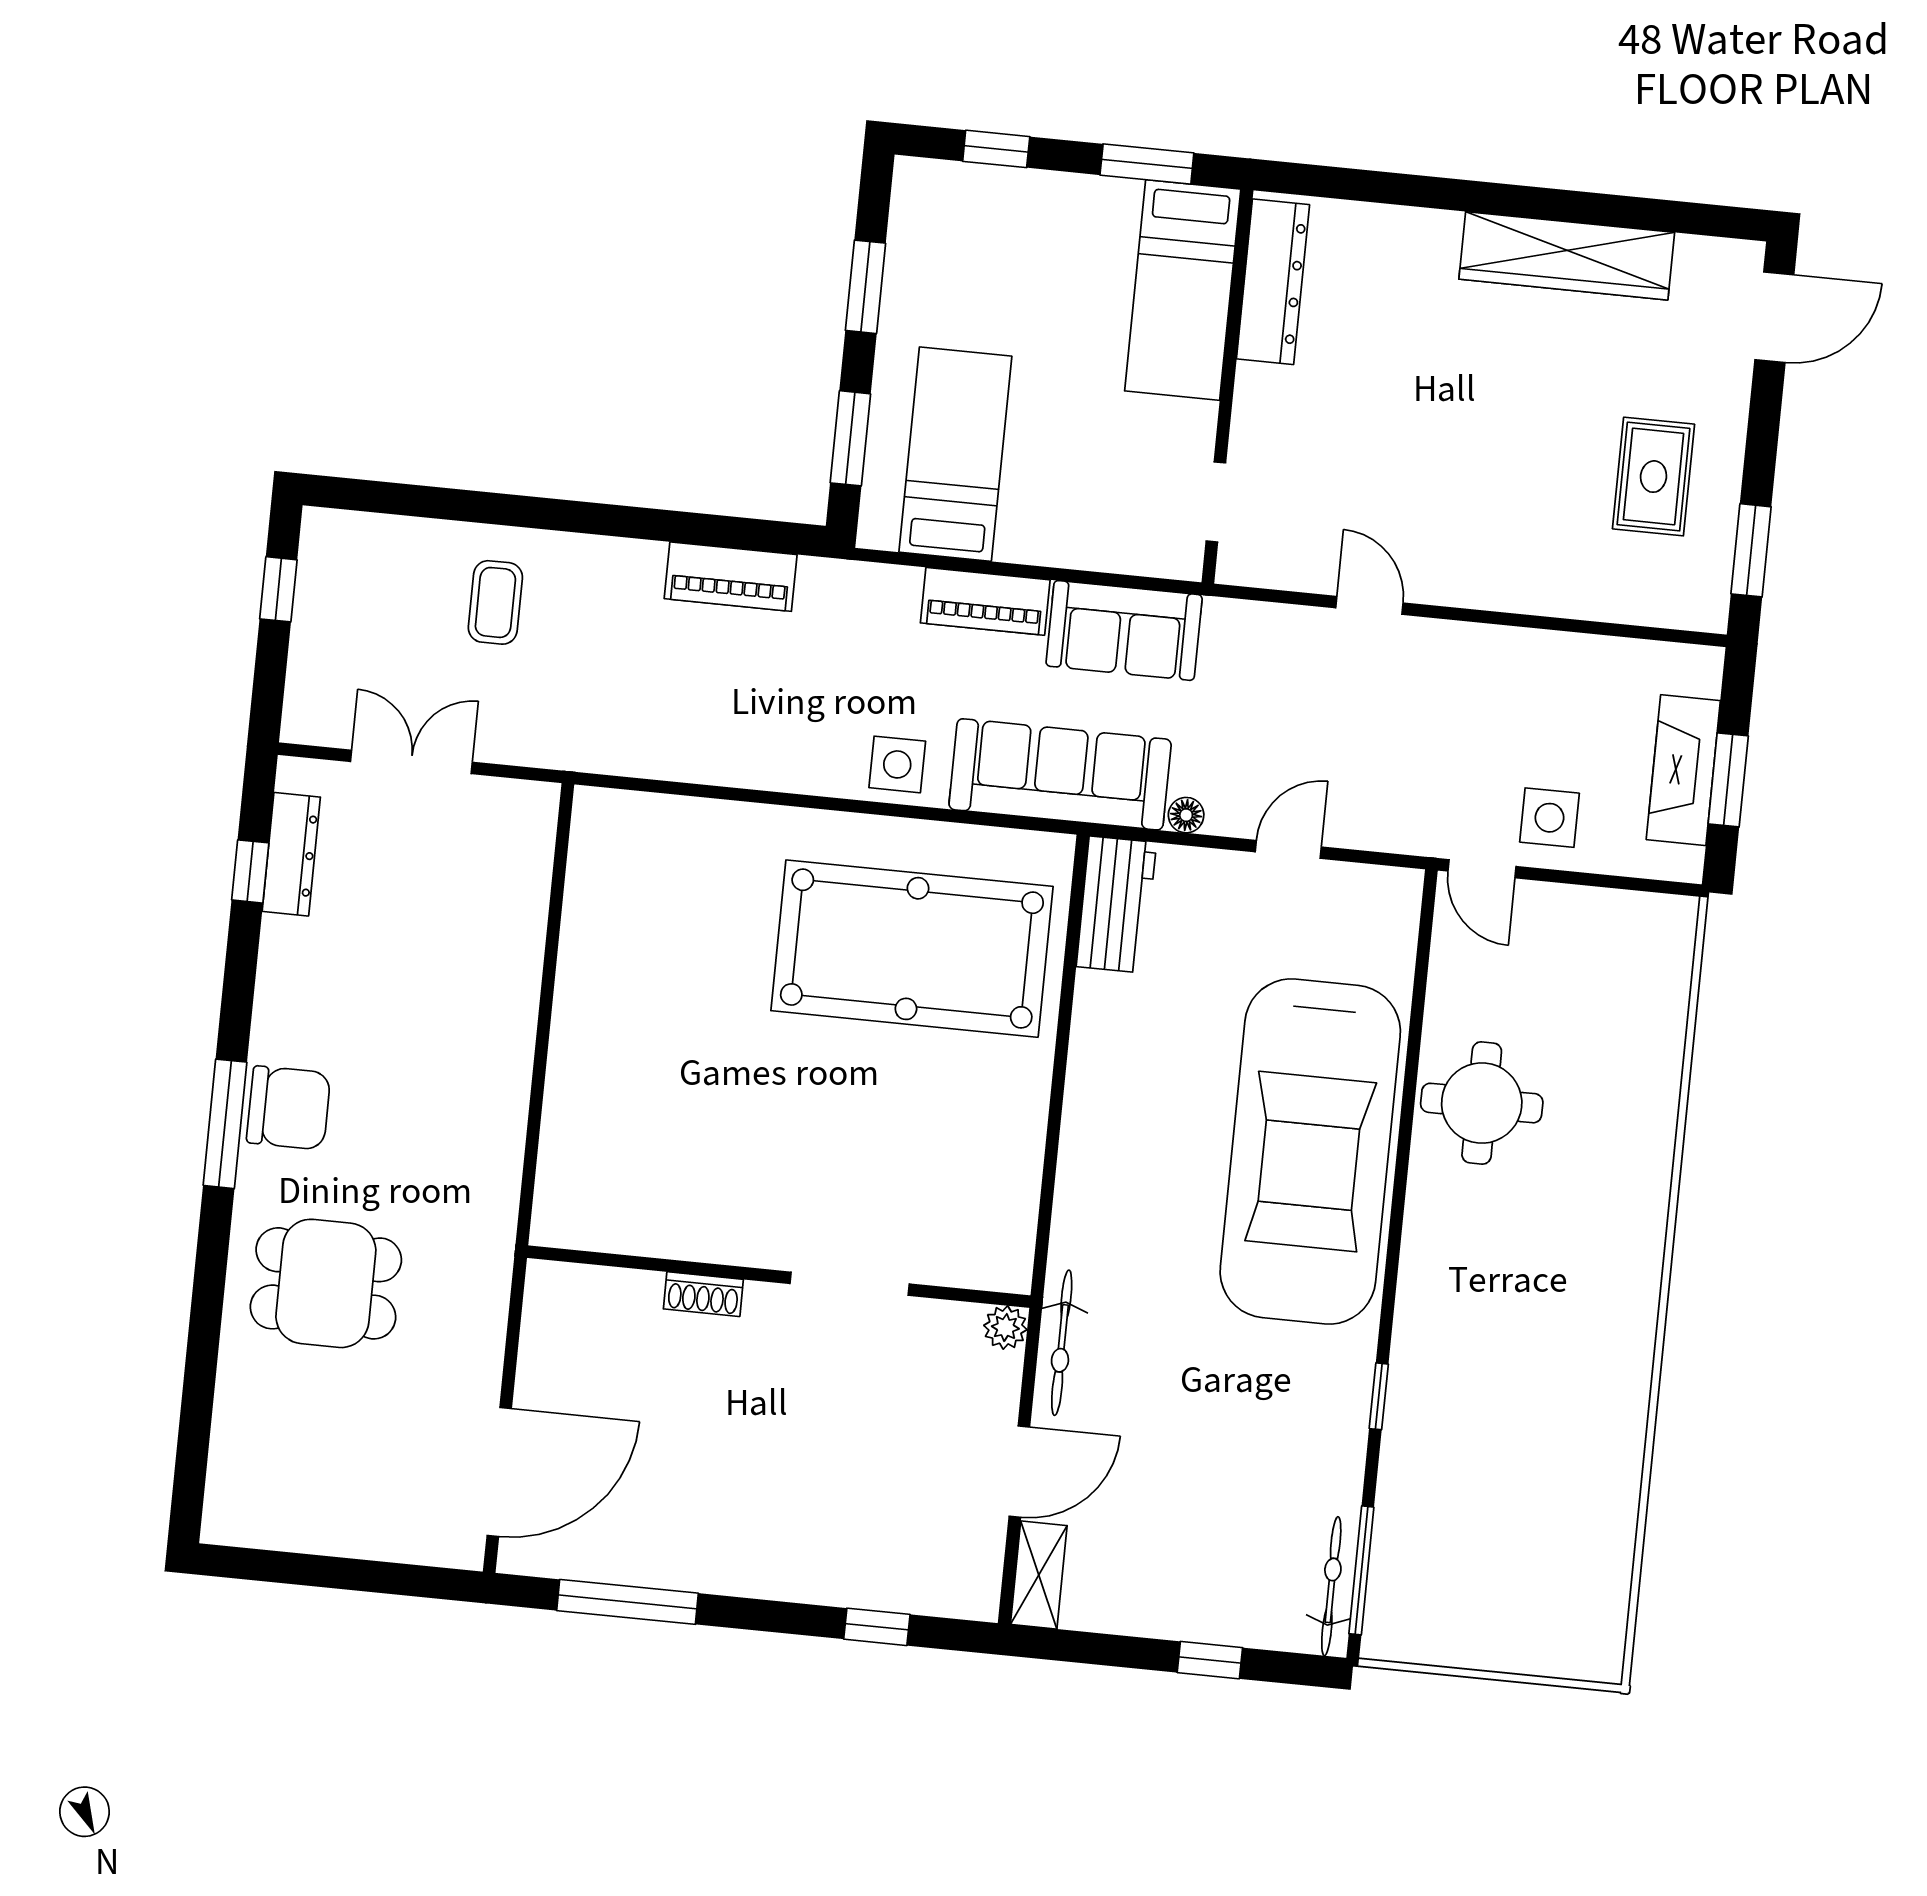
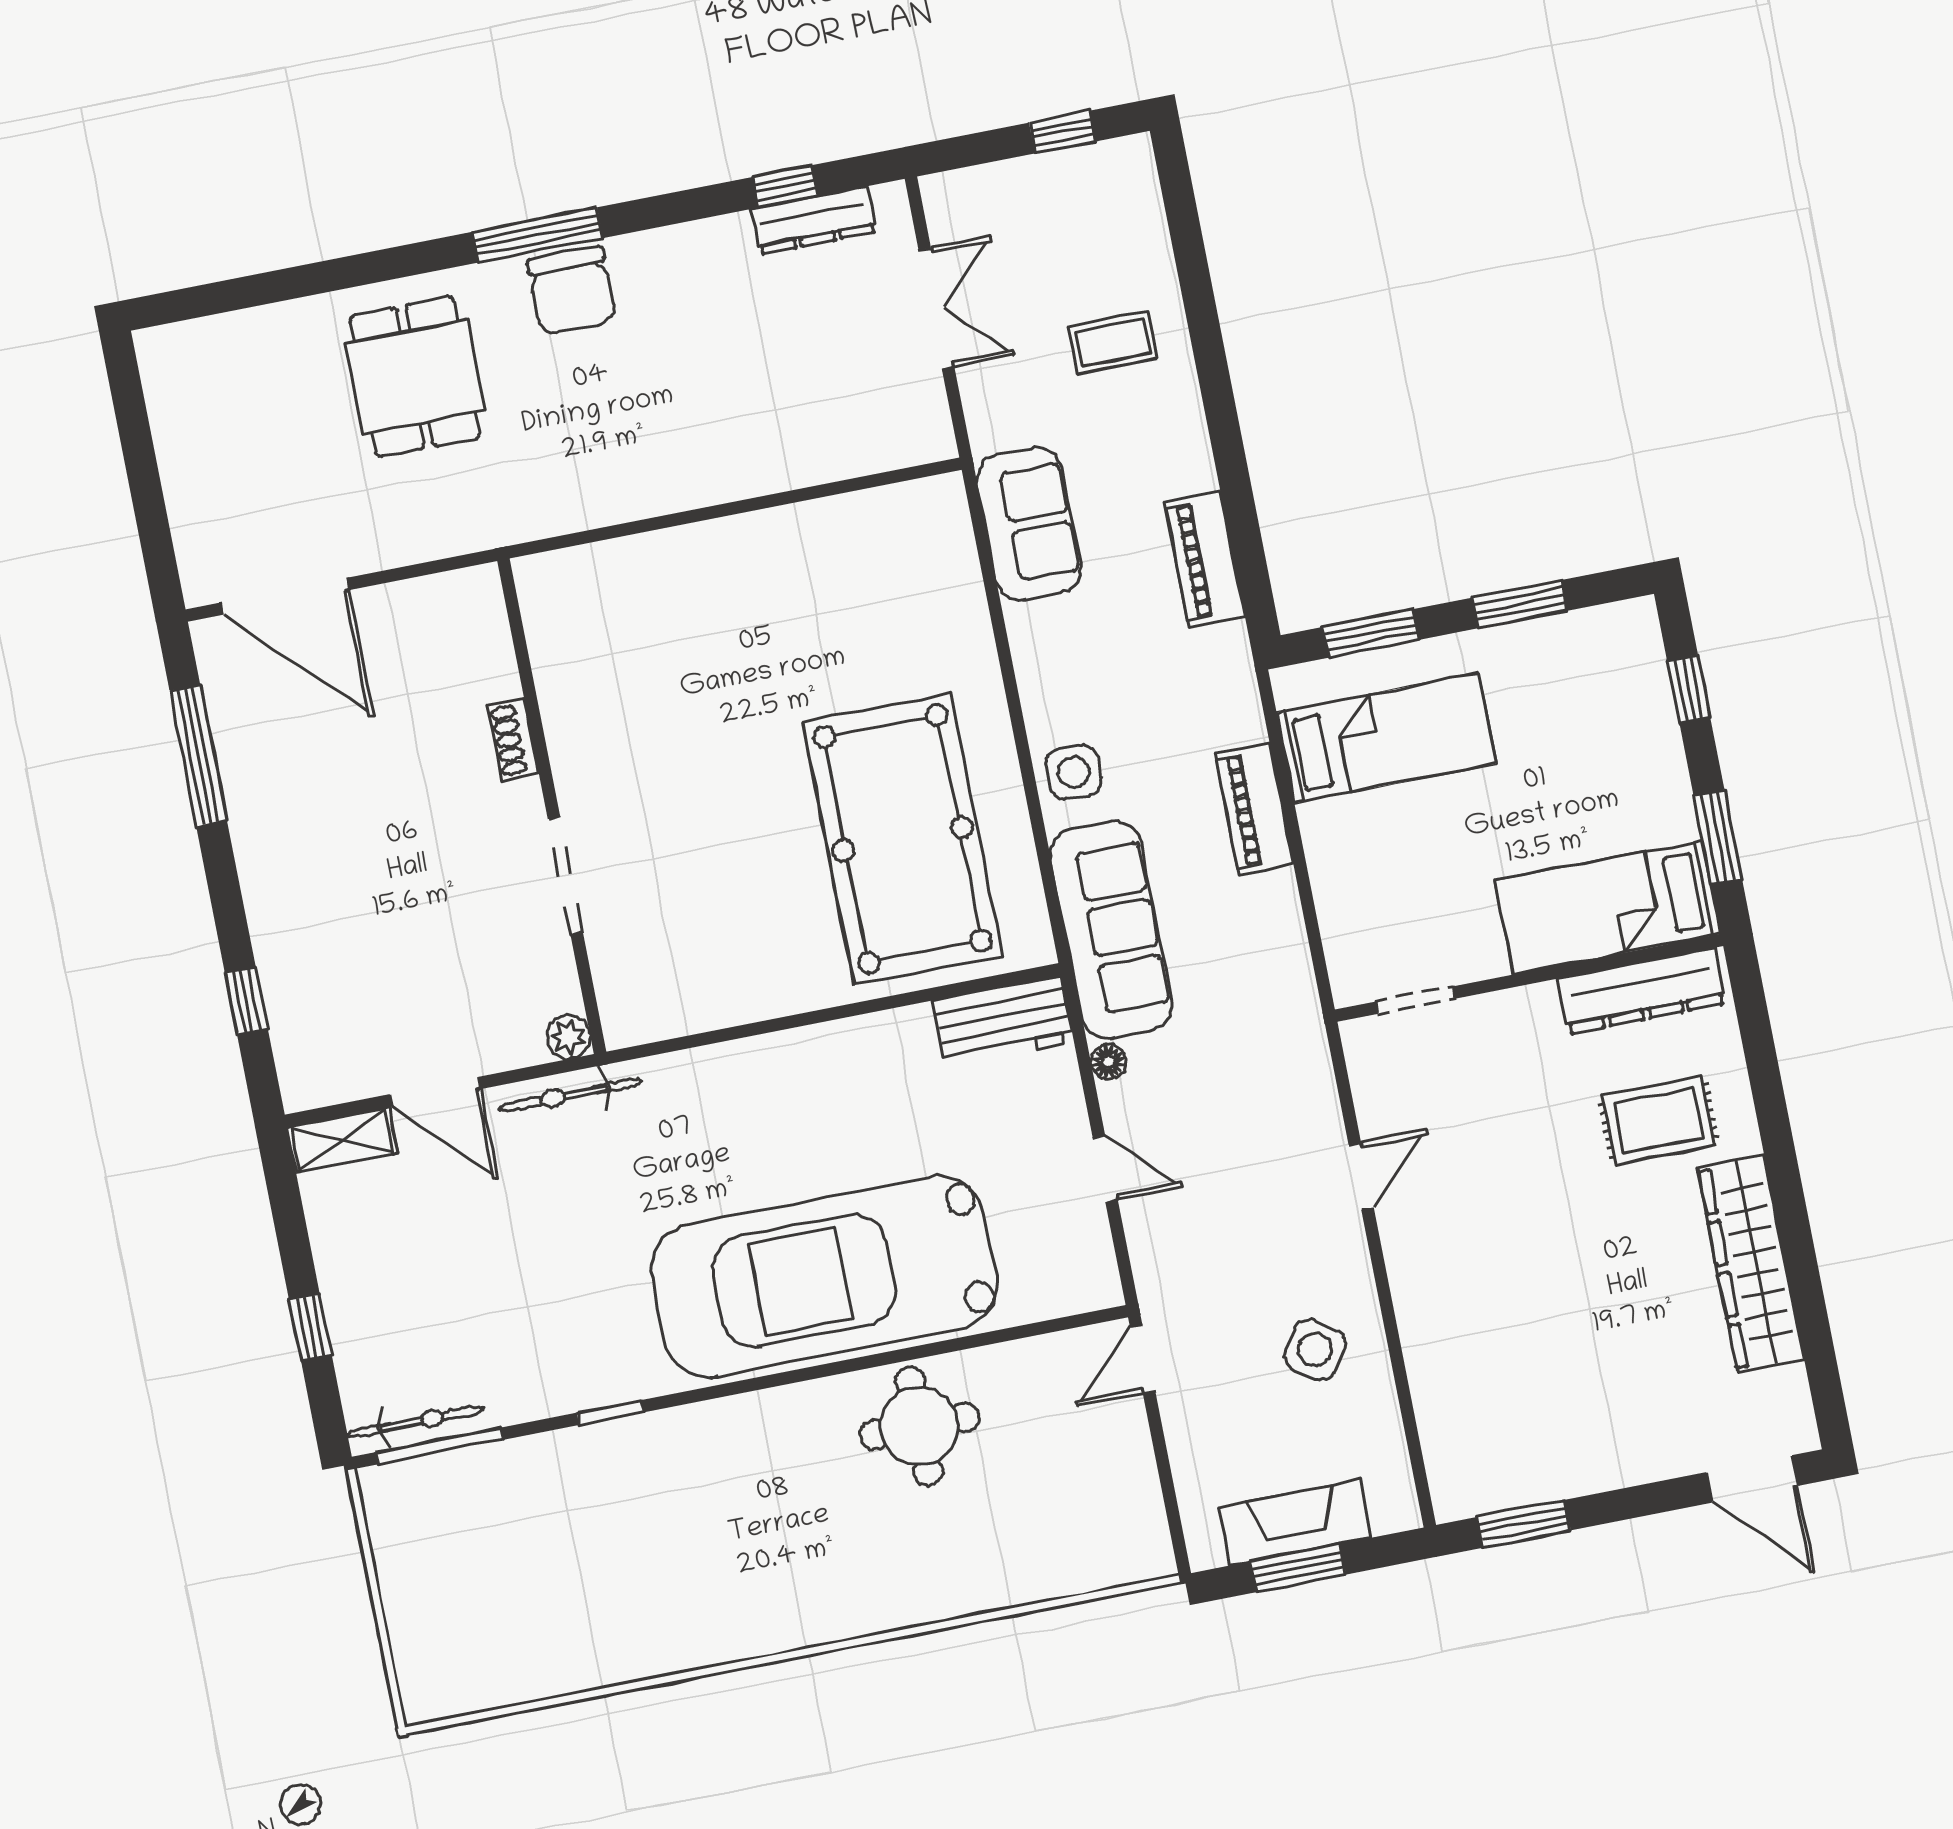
rug: (1654, 477) -> (1659, 1120), moved
sofa: (1124, 630) -> (1029, 524), moved, turned 180
side table: (1550, 818) -> (1315, 1350), moved, turned 35

